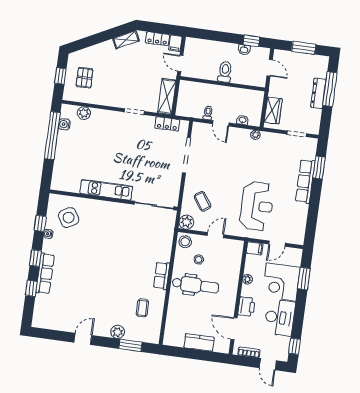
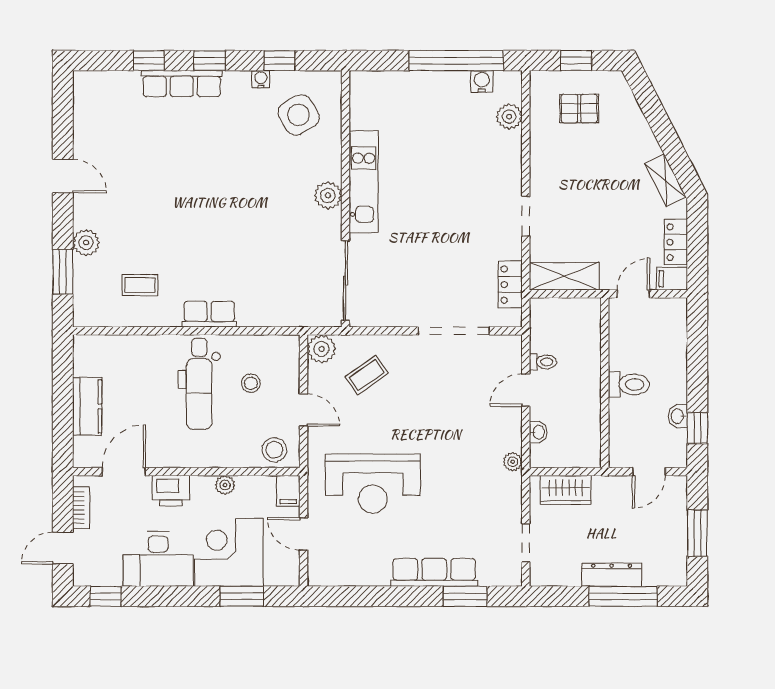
plant: (111, 208) -> (328, 195), added
stool: (185, 242) -> (274, 450), moved

